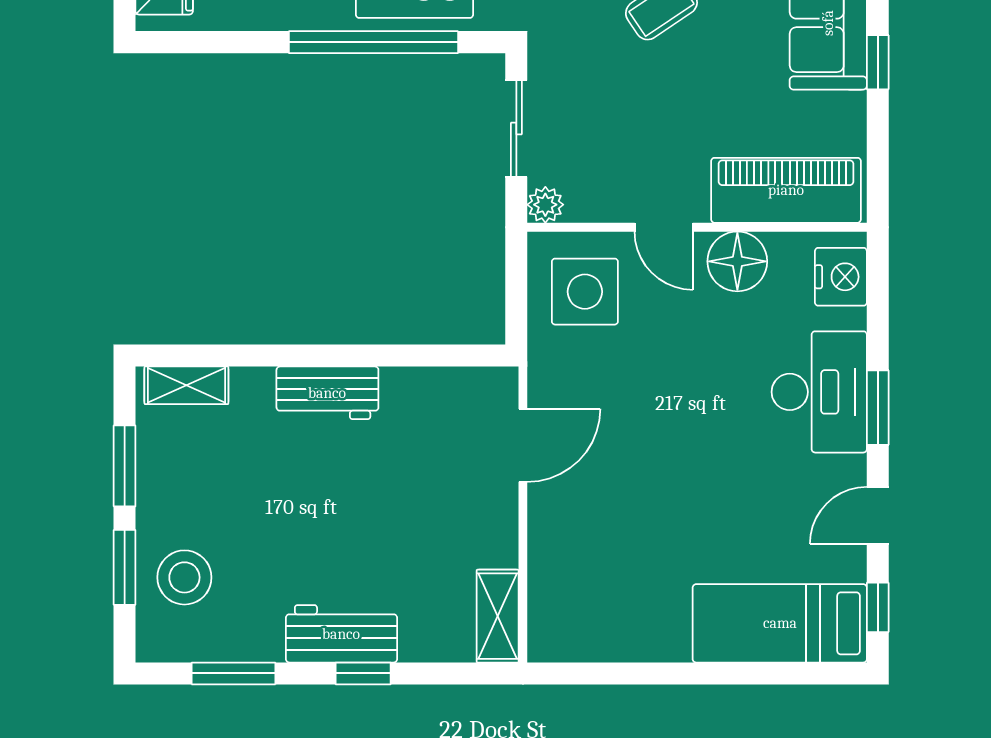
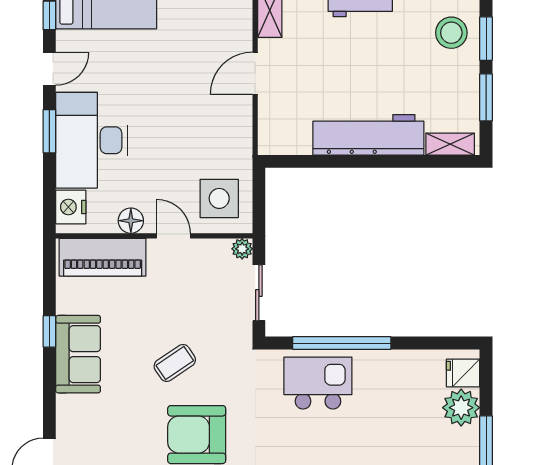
floor lamp: (737, 261) -> (131, 221), width x0.73, depth x0.73
desk: (819, 392) -> (92, 140), width x1.36, depth x1.30
workbench: (327, 393) -> (368, 135), width x1.88, depth x1.32
door: (523, 445) -> (255, 73), moved

